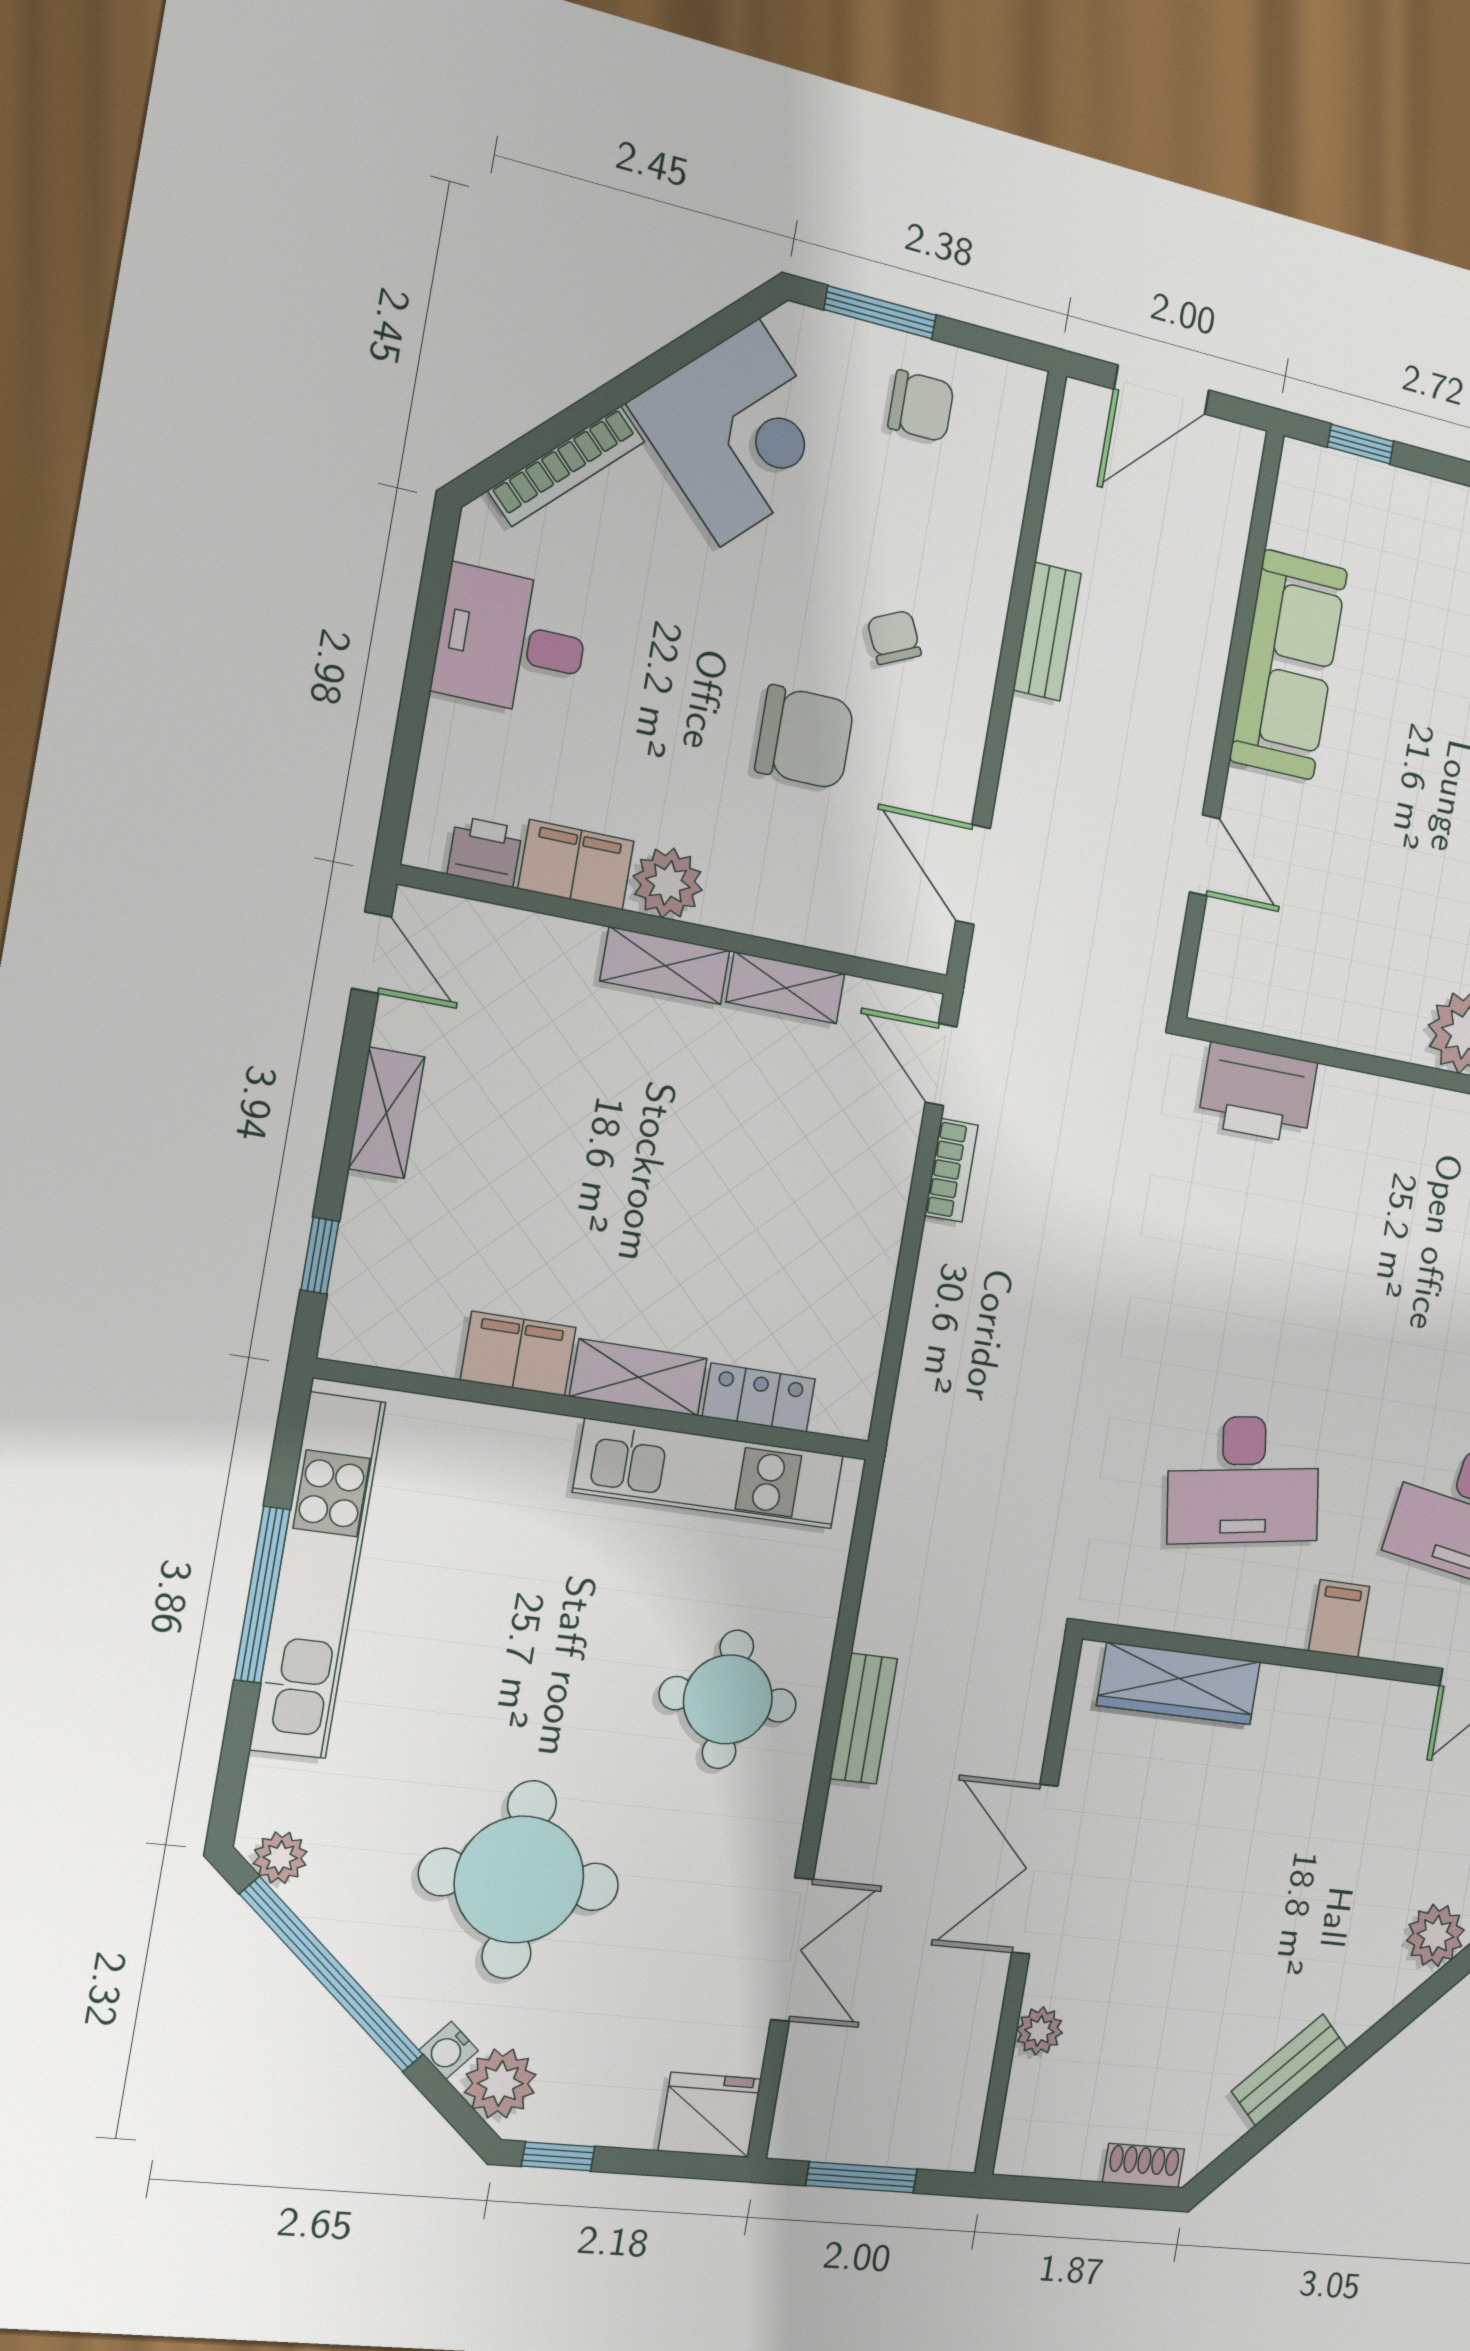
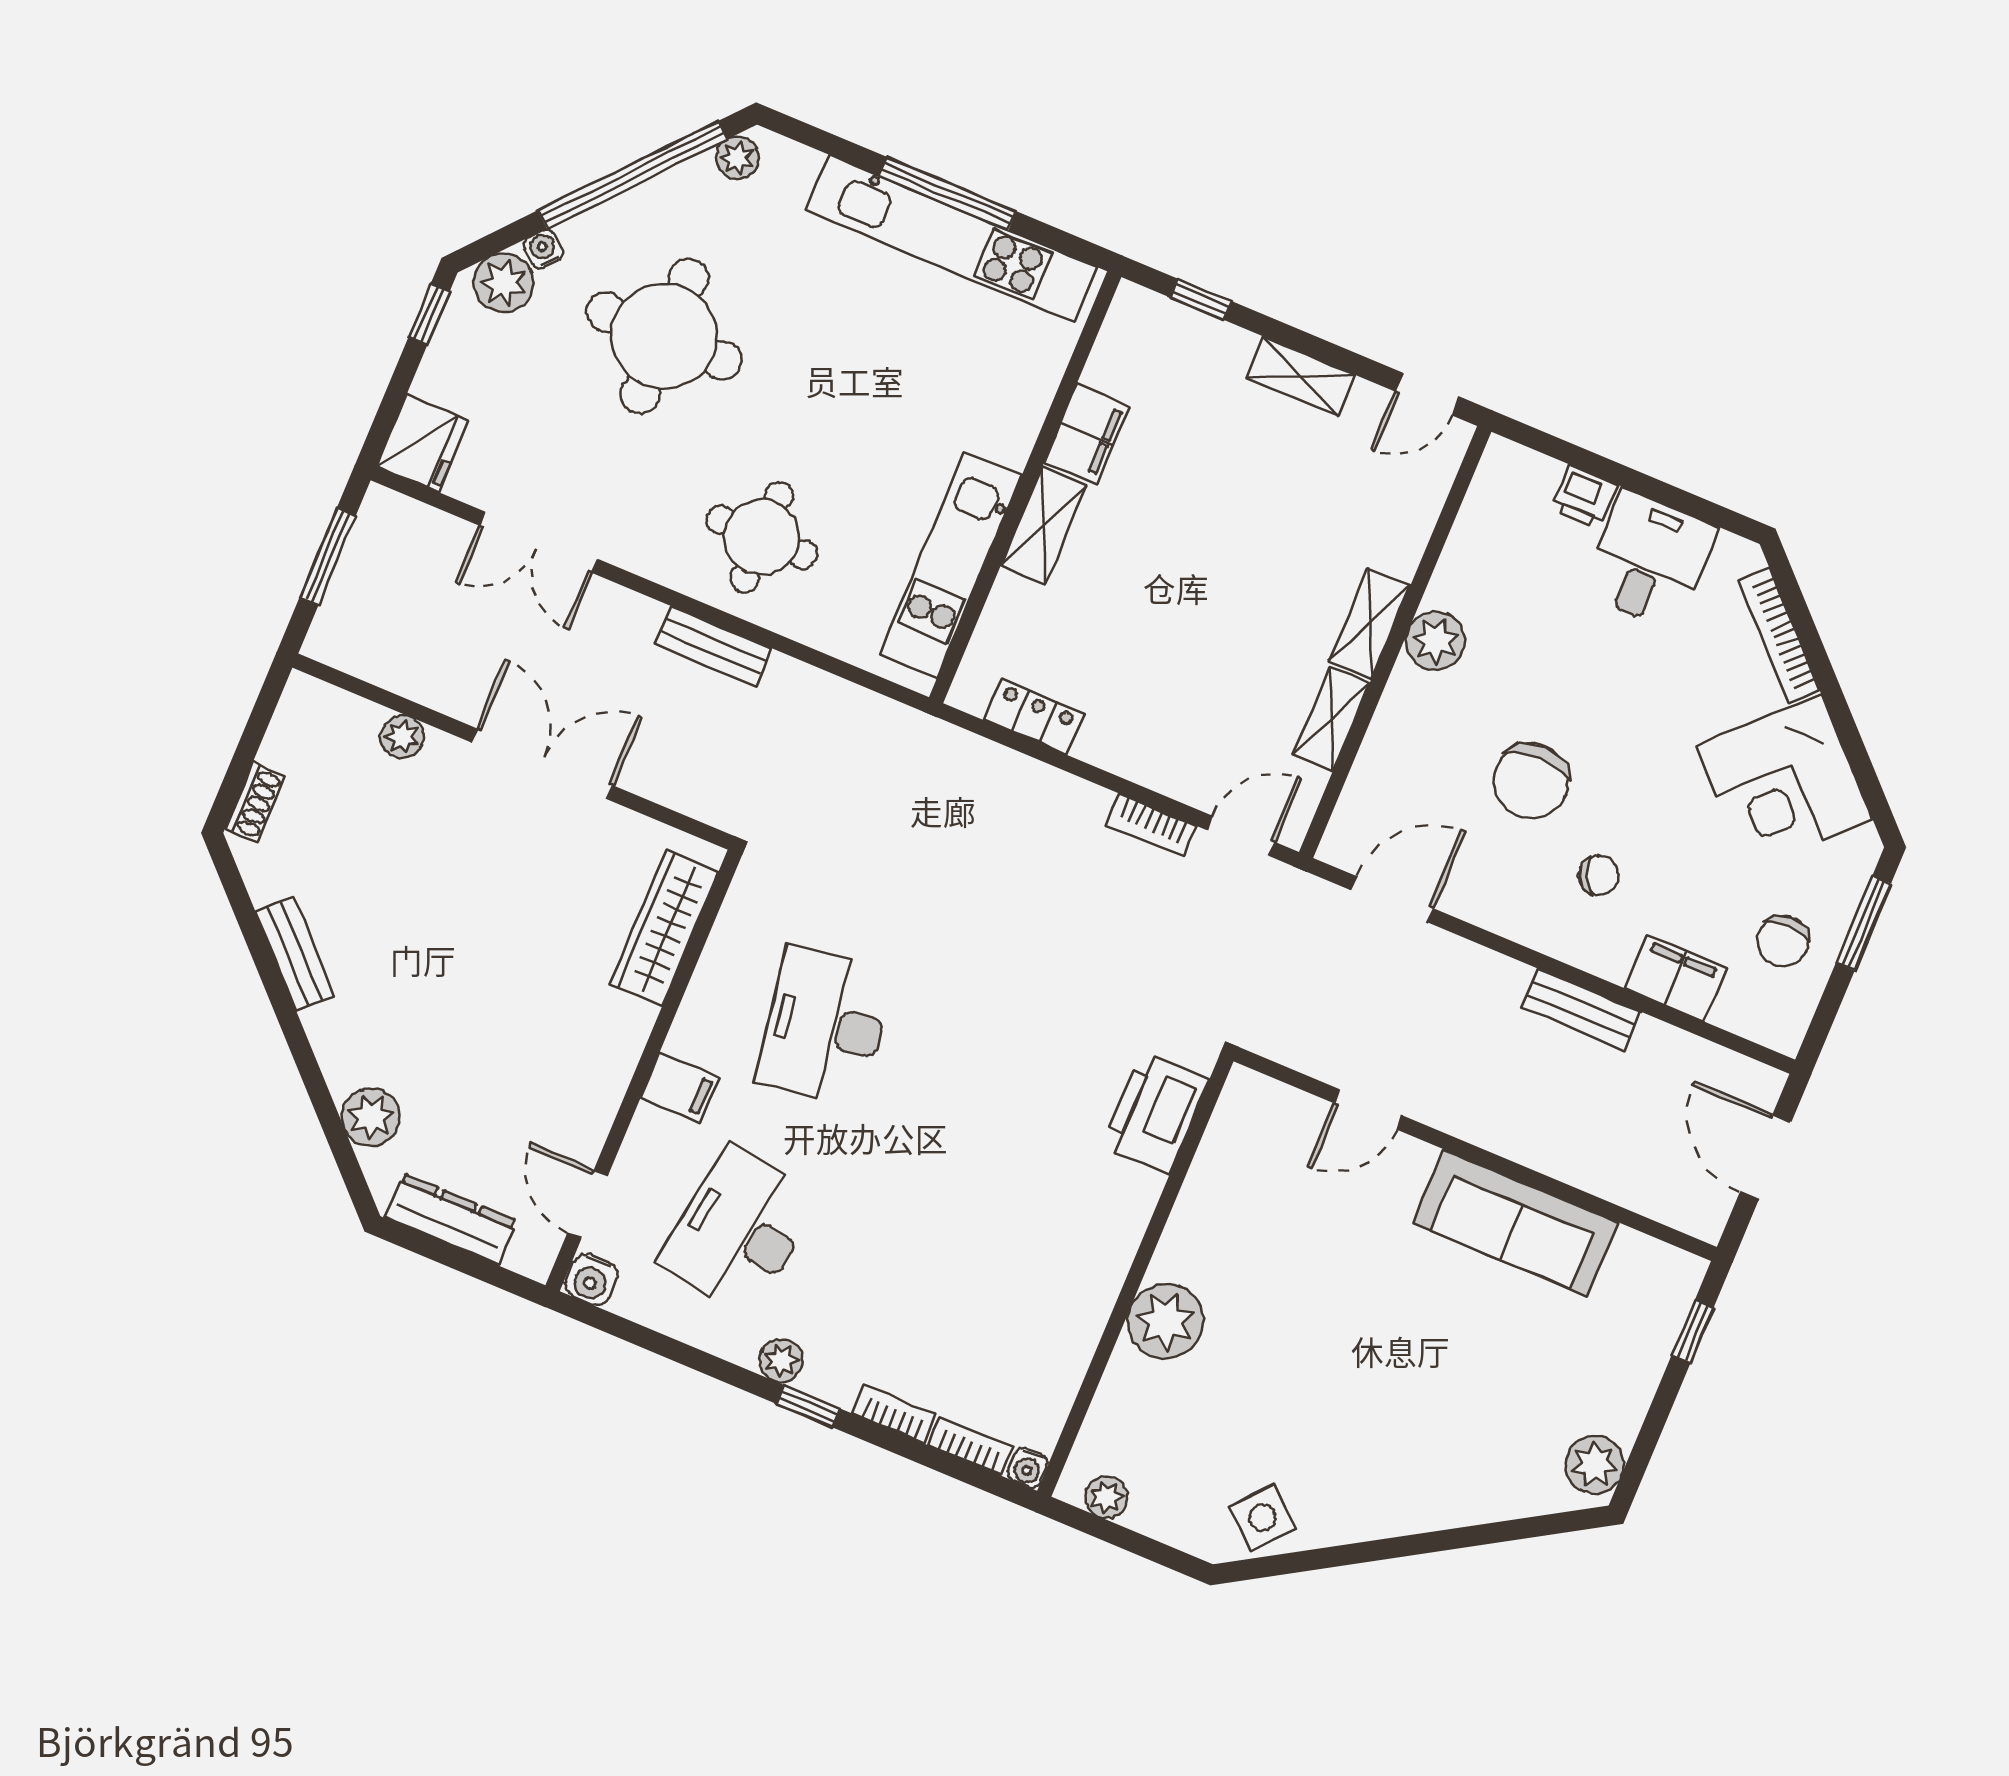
printer: (485, 852) -> (1584, 497), moved, turned 90
filing cabinet: (576, 865) -> (1675, 978), moved, turned -90
locker: (759, 1398) -> (1034, 717), moved, turned -90

